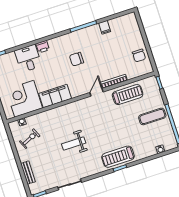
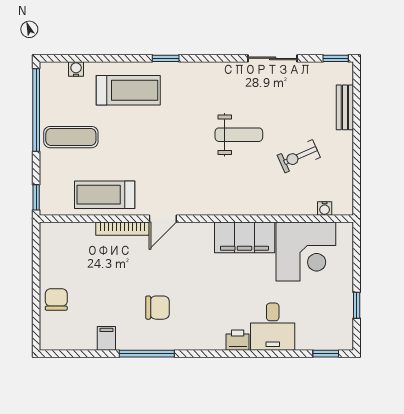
chair: (139, 56) -> (56, 299), moved
chair: (76, 59) -> (158, 308), moved
exercise bike: (30, 139) -> (299, 156), moved
treadmill: (118, 157) -> (128, 90), moved

